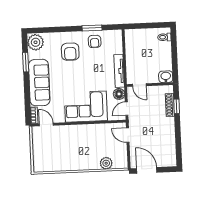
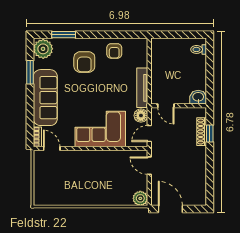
window: (92, 28) -> (64, 35), moved
plant: (106, 163) -> (140, 198), moved

